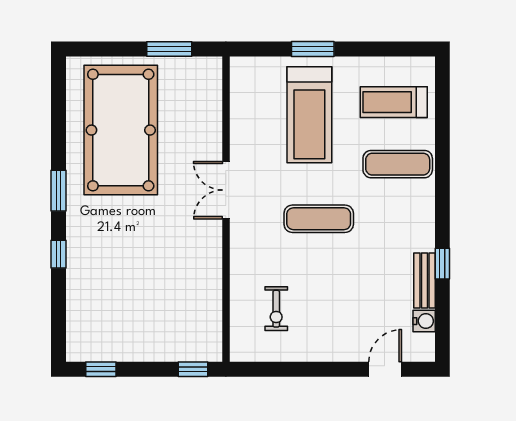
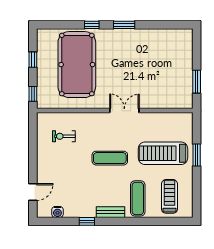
pool table: (121, 130) -> (77, 65), moved, turned 90
exercise mat: (319, 219) -> (110, 158), turned 90
bench: (424, 281) -> (110, 212), moved
window: (101, 369) -> (33, 60), moved
door: (385, 369) -> (33, 192), hinge flipped

